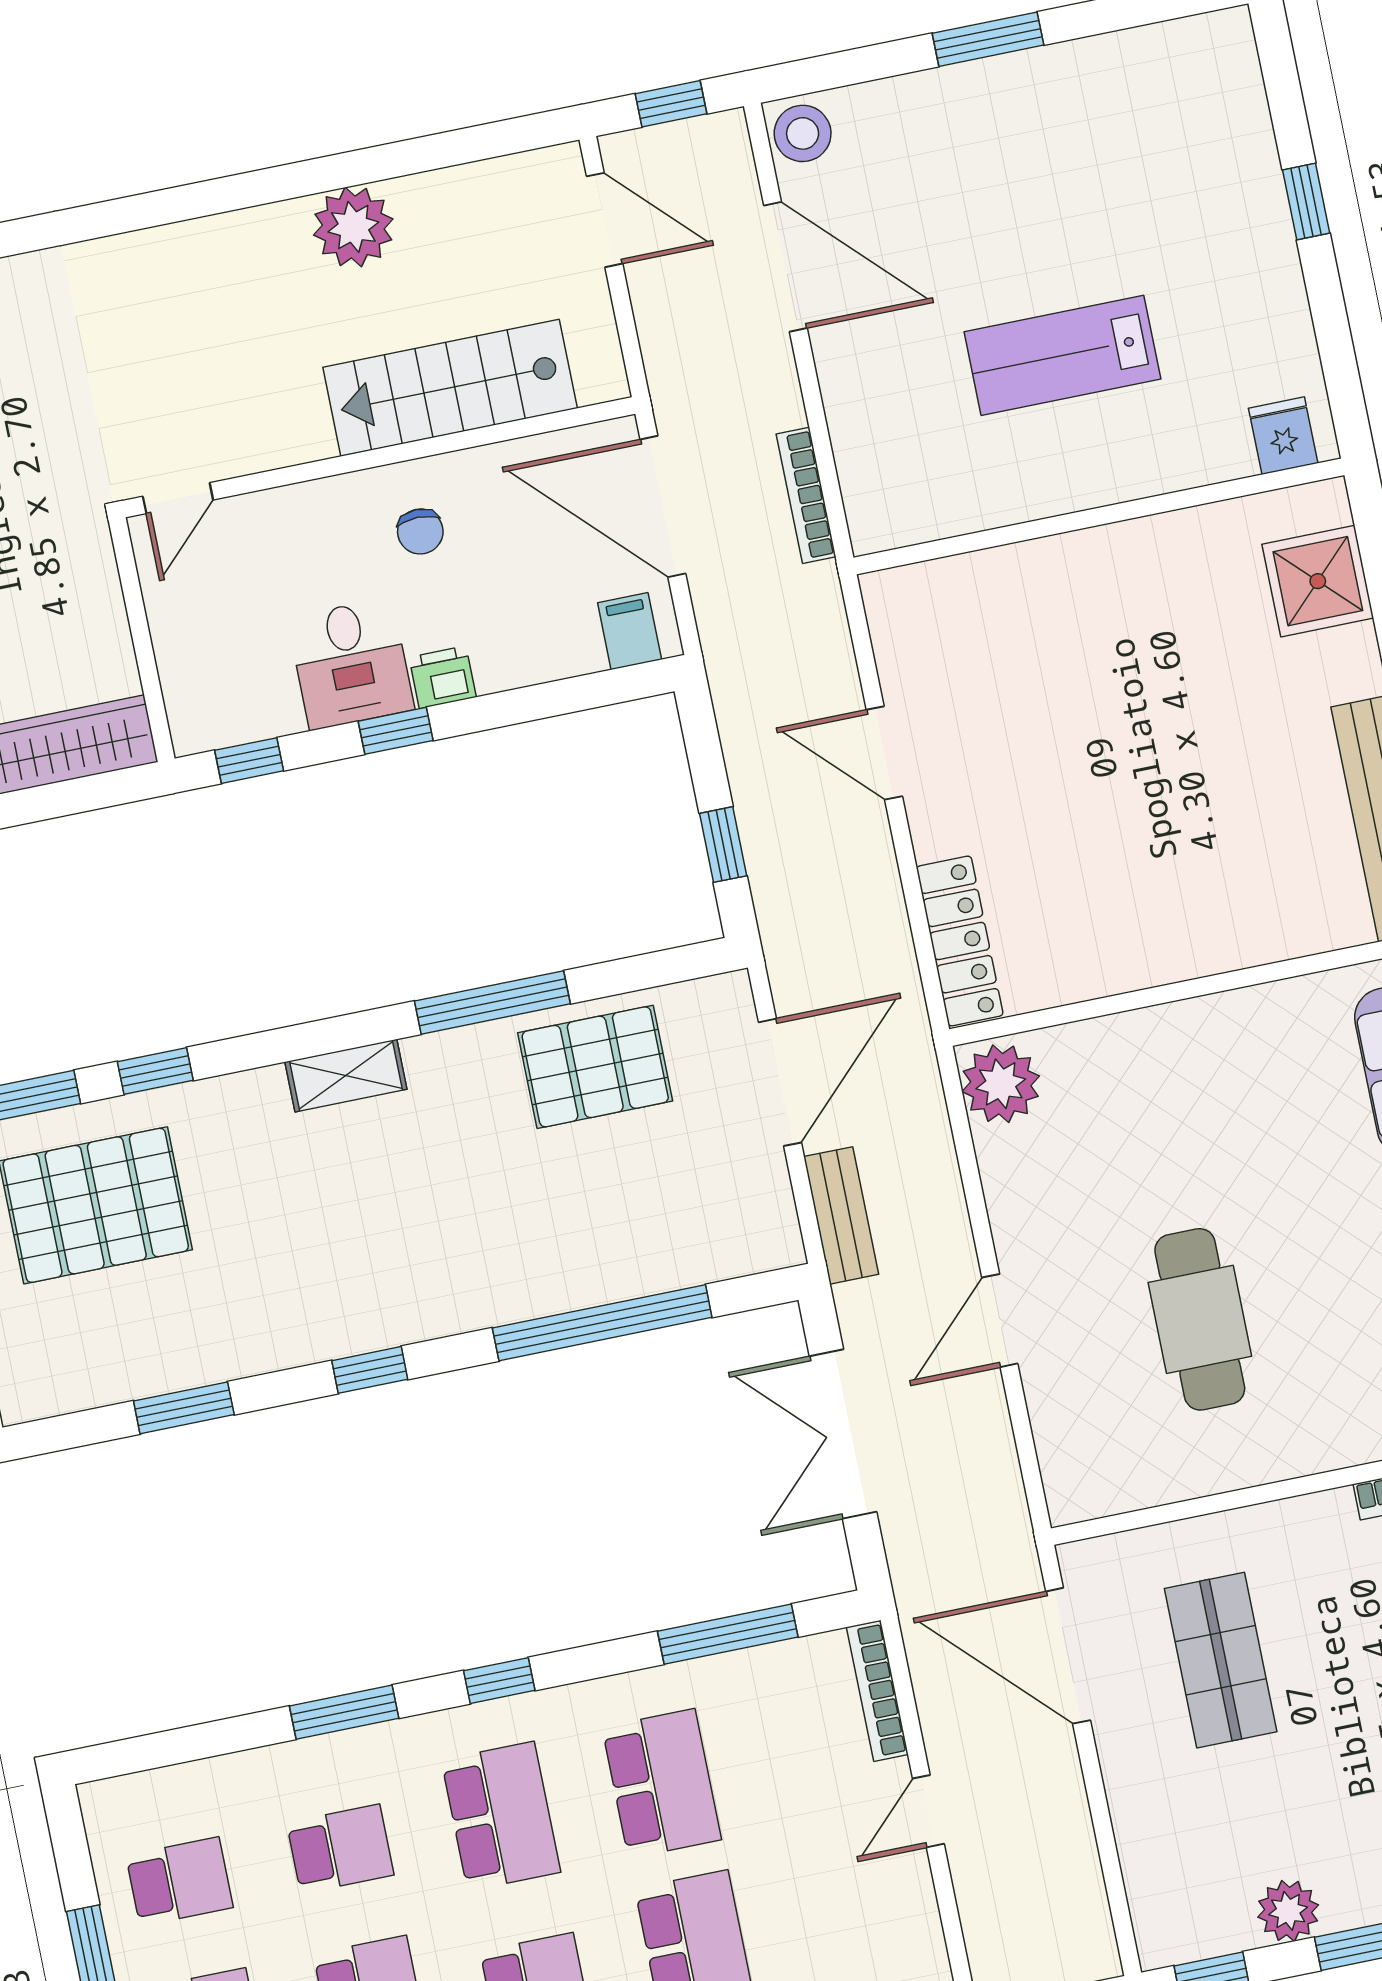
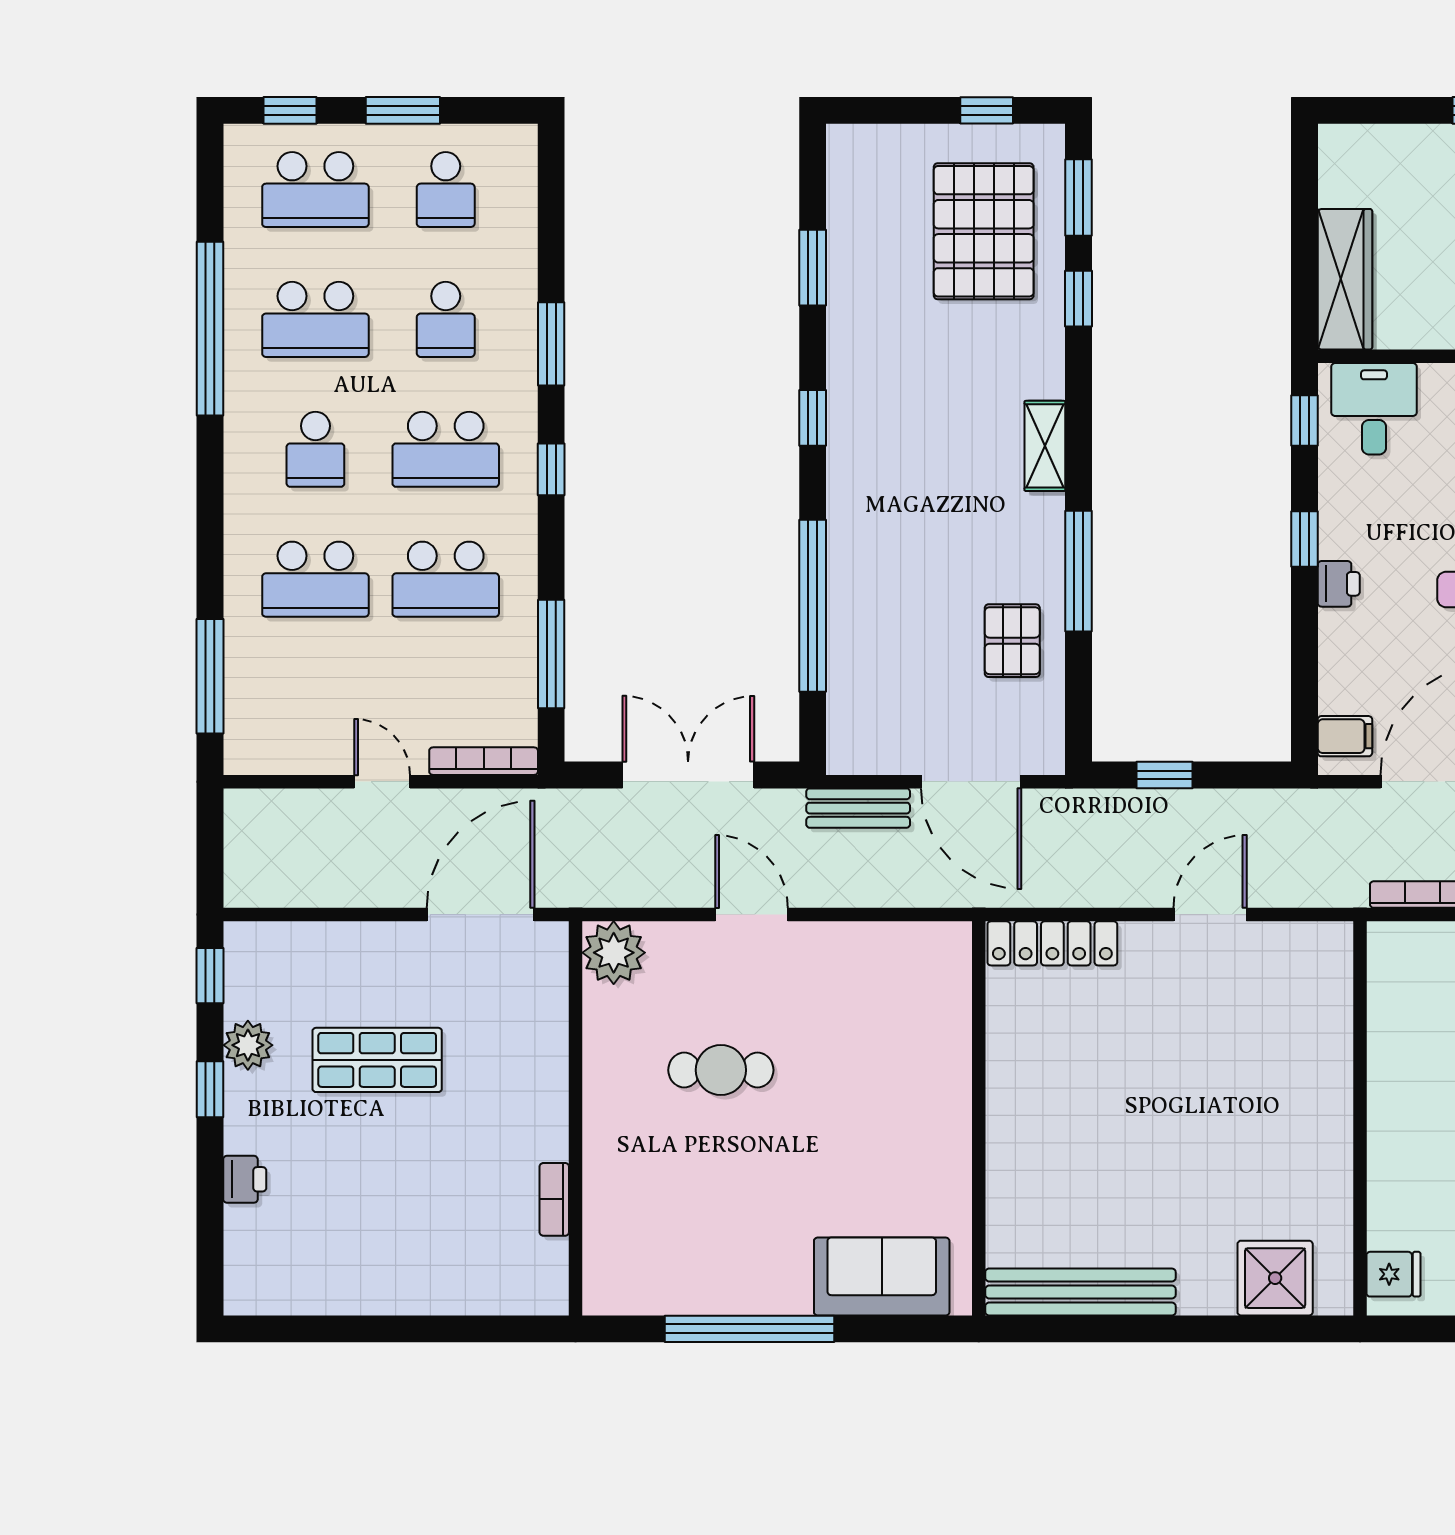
desk: (351, 664) -> (1374, 409), moved, turned 90
pallet: (595, 1067) -> (1012, 641), width x0.67, depth x0.71
plant: (1001, 1084) -> (614, 953), moved
cafe table: (1200, 1319) -> (721, 1070), width x0.73, depth x0.74
shop shelf: (1221, 1660) -> (377, 1060), moved

